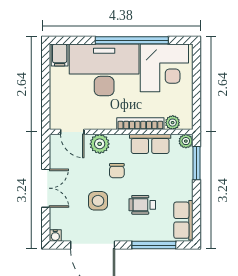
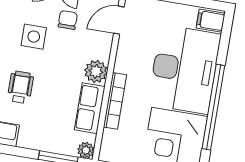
plant: (173, 123) -> (110, 138), removed
plant: (100, 144) -> (96, 71), moved
chair: (117, 171) -> (68, 20), moved, turned 90

